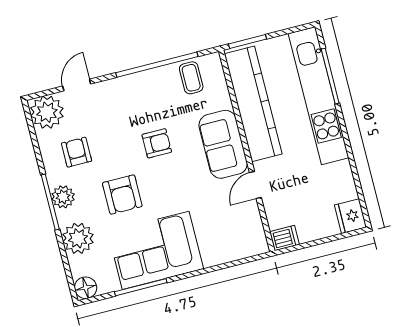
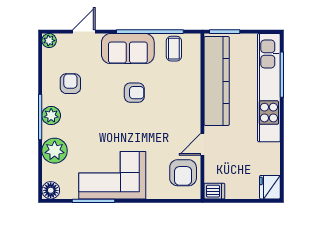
plant: (47, 112) -> (49, 41), width x0.53, depth x0.53
sofa: (223, 144) -> (128, 49), moved, turned -90
armchair: (122, 195) -> (183, 173), moved

